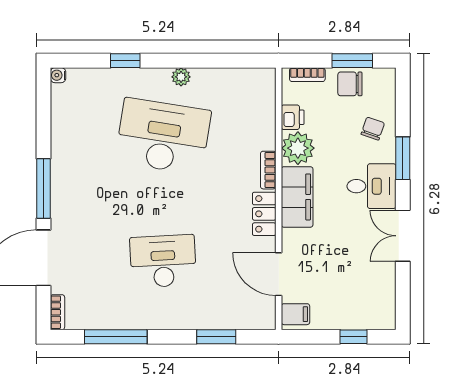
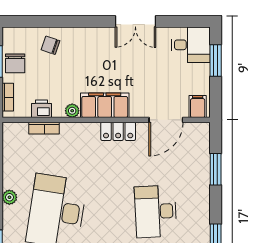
plant: (298, 148) -> (72, 111), width x0.53, depth x0.53
window: (403, 158) -> (74, 21), removed
bookcase: (268, 170) -> (44, 128), moved
desk: (371, 186) -> (191, 45), moved, turned 90
window: (354, 337) -> (216, 60), width x1.50

